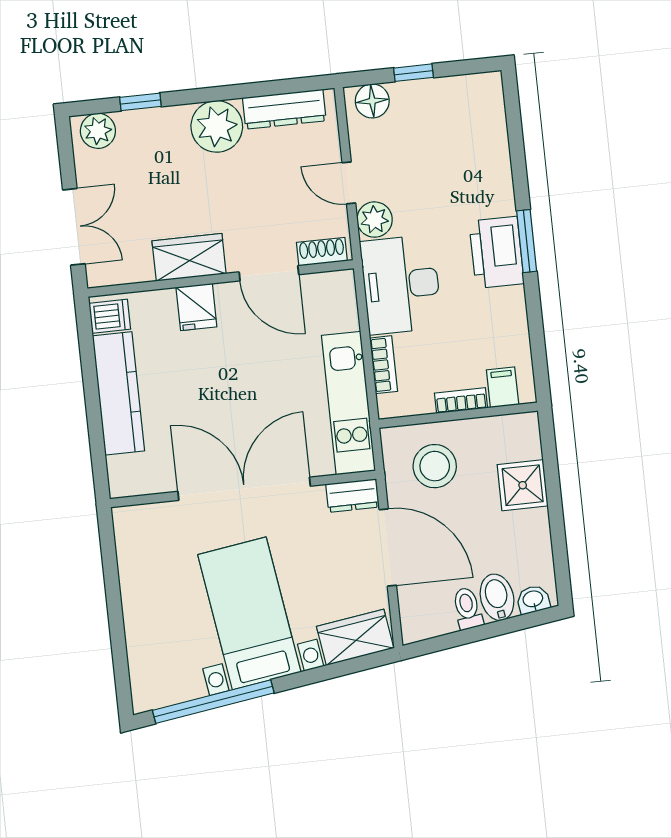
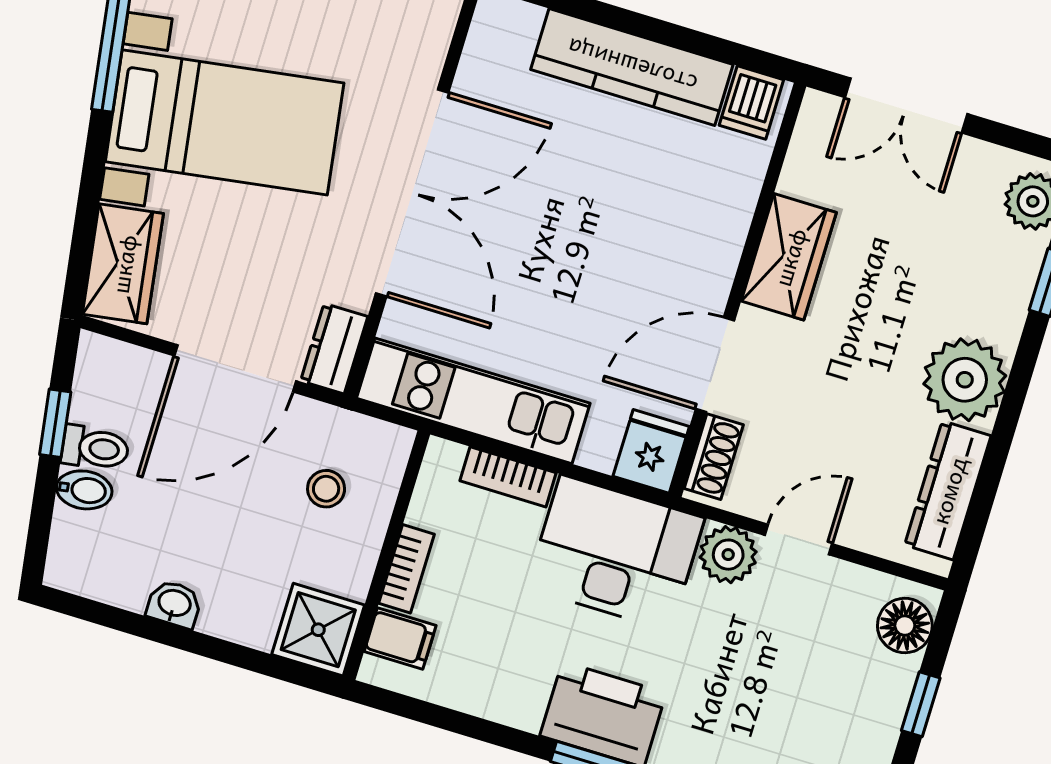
fridge: (196, 307) -> (651, 451), moved, turned 90
stool: (435, 466) -> (326, 489), width x0.53, depth x0.53
shower: (523, 485) -> (318, 630), moved
bidet: (497, 597) -> (84, 490), width x0.72, depth x0.74
washbasin: (533, 600) -> (174, 604), moved, turned -82
window: (463, 637) -> (55, 423), added

